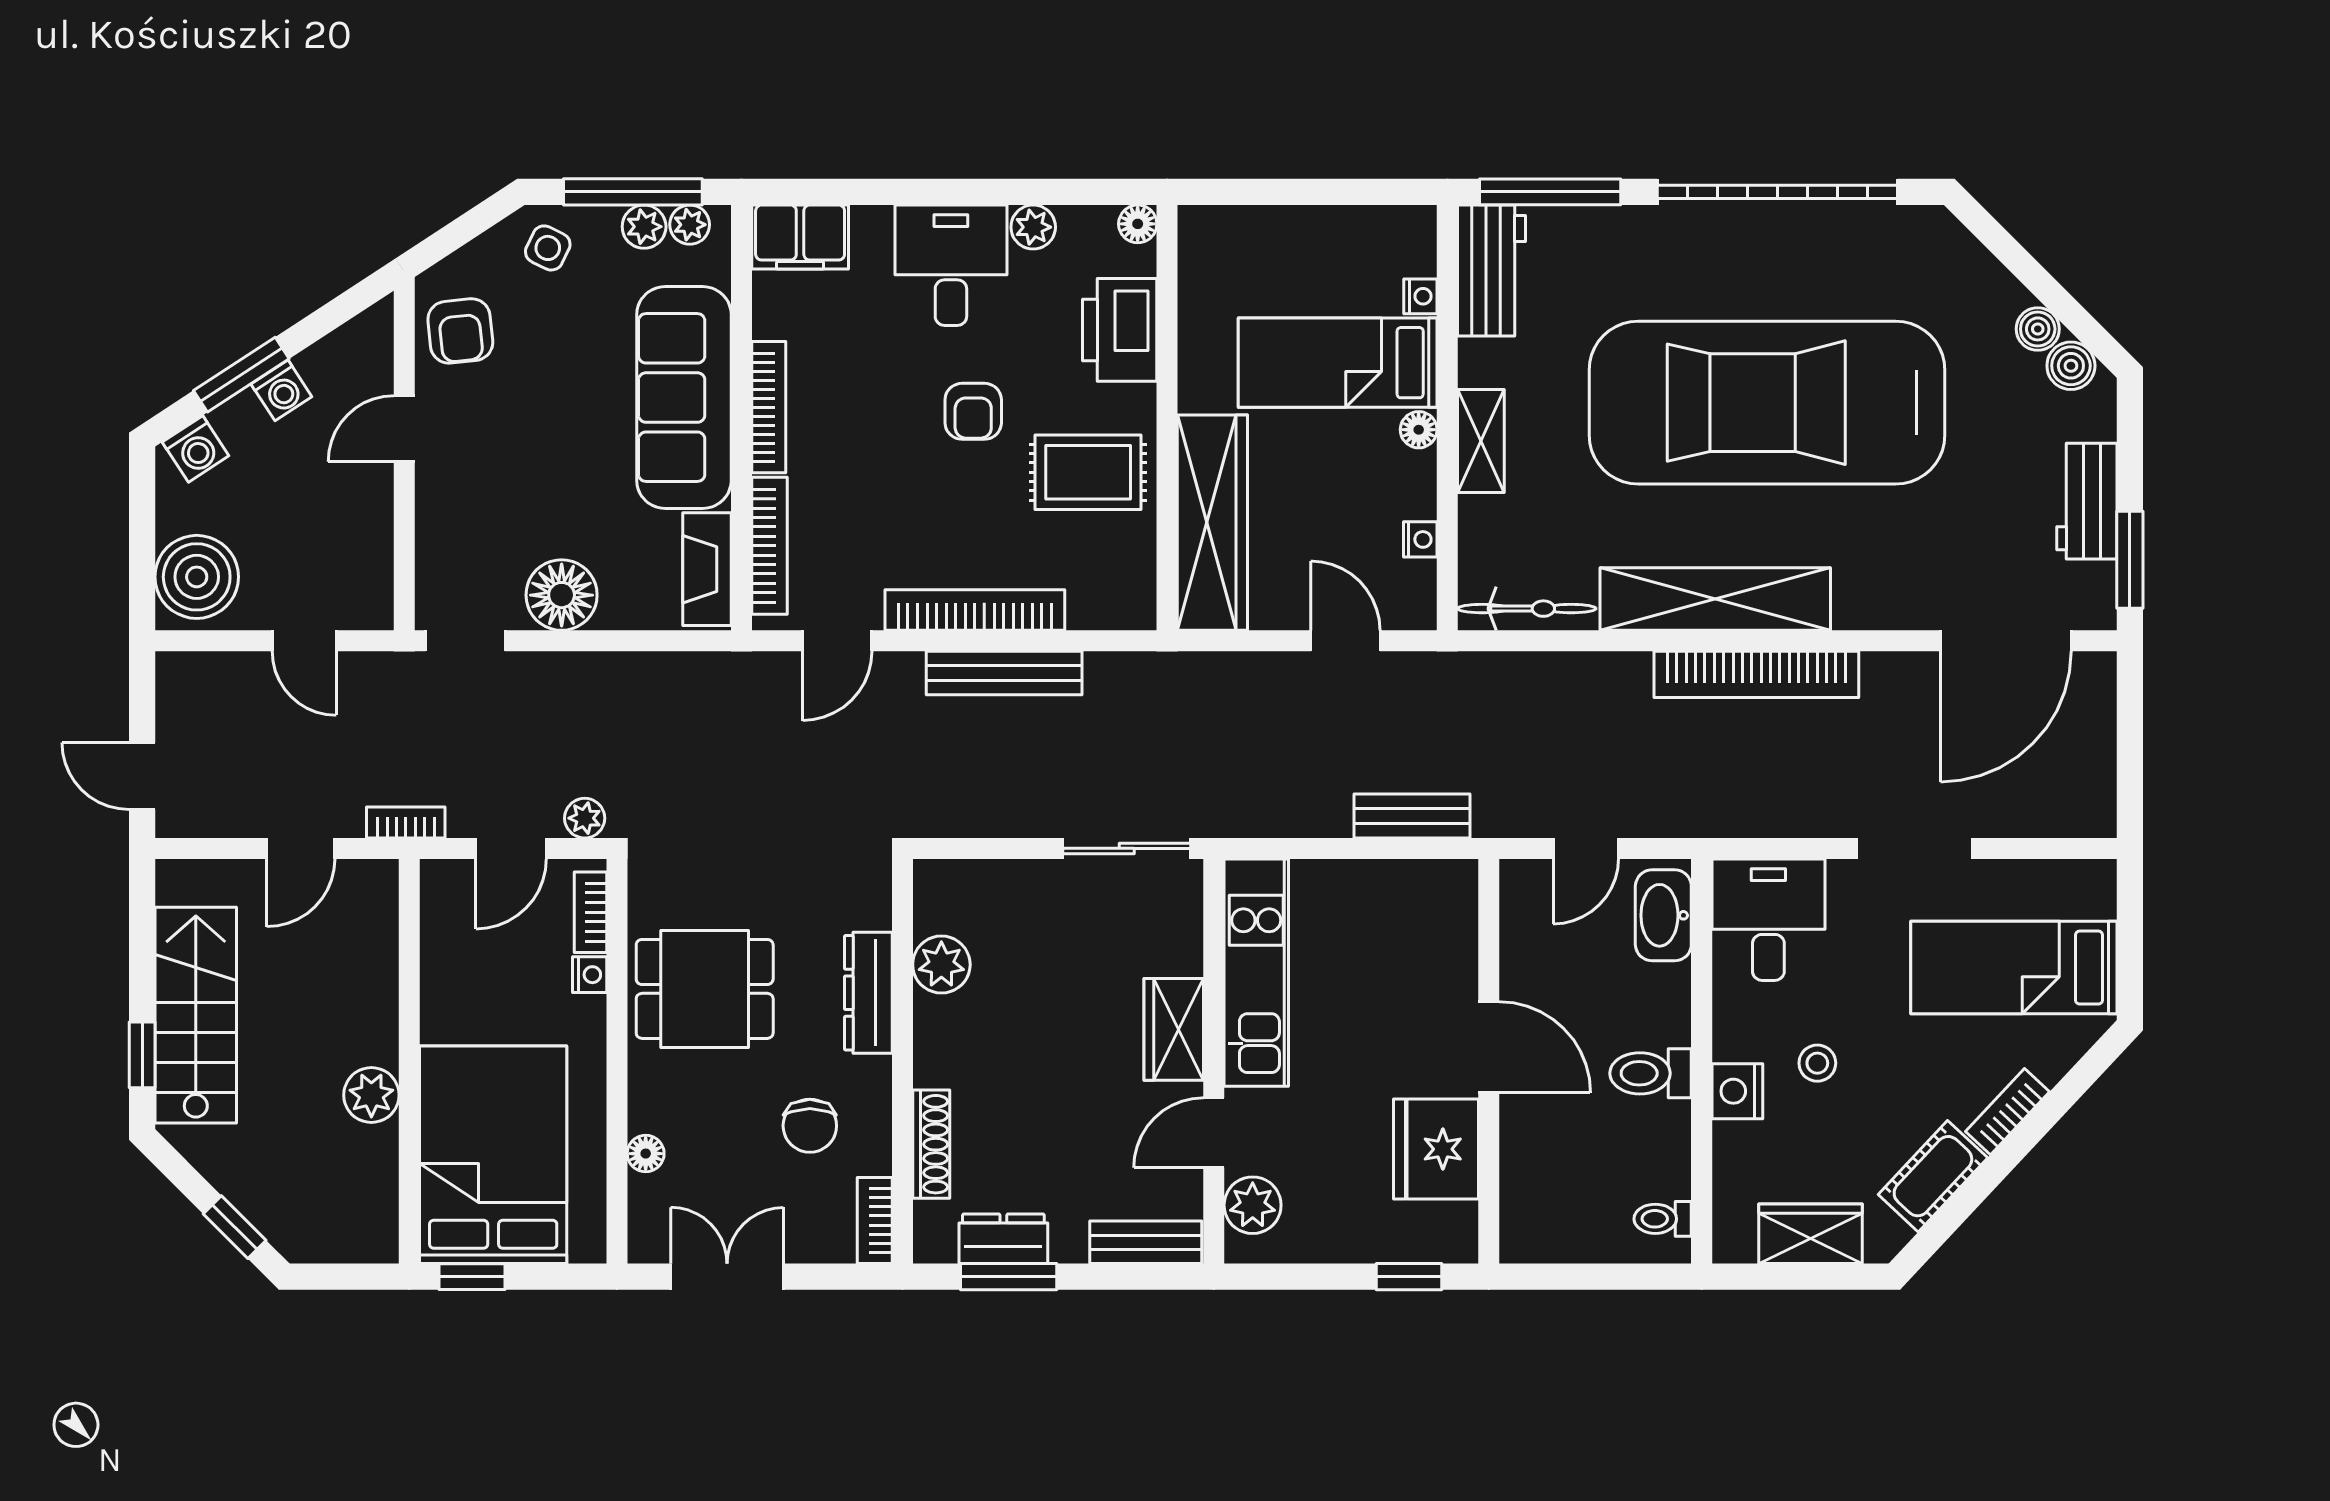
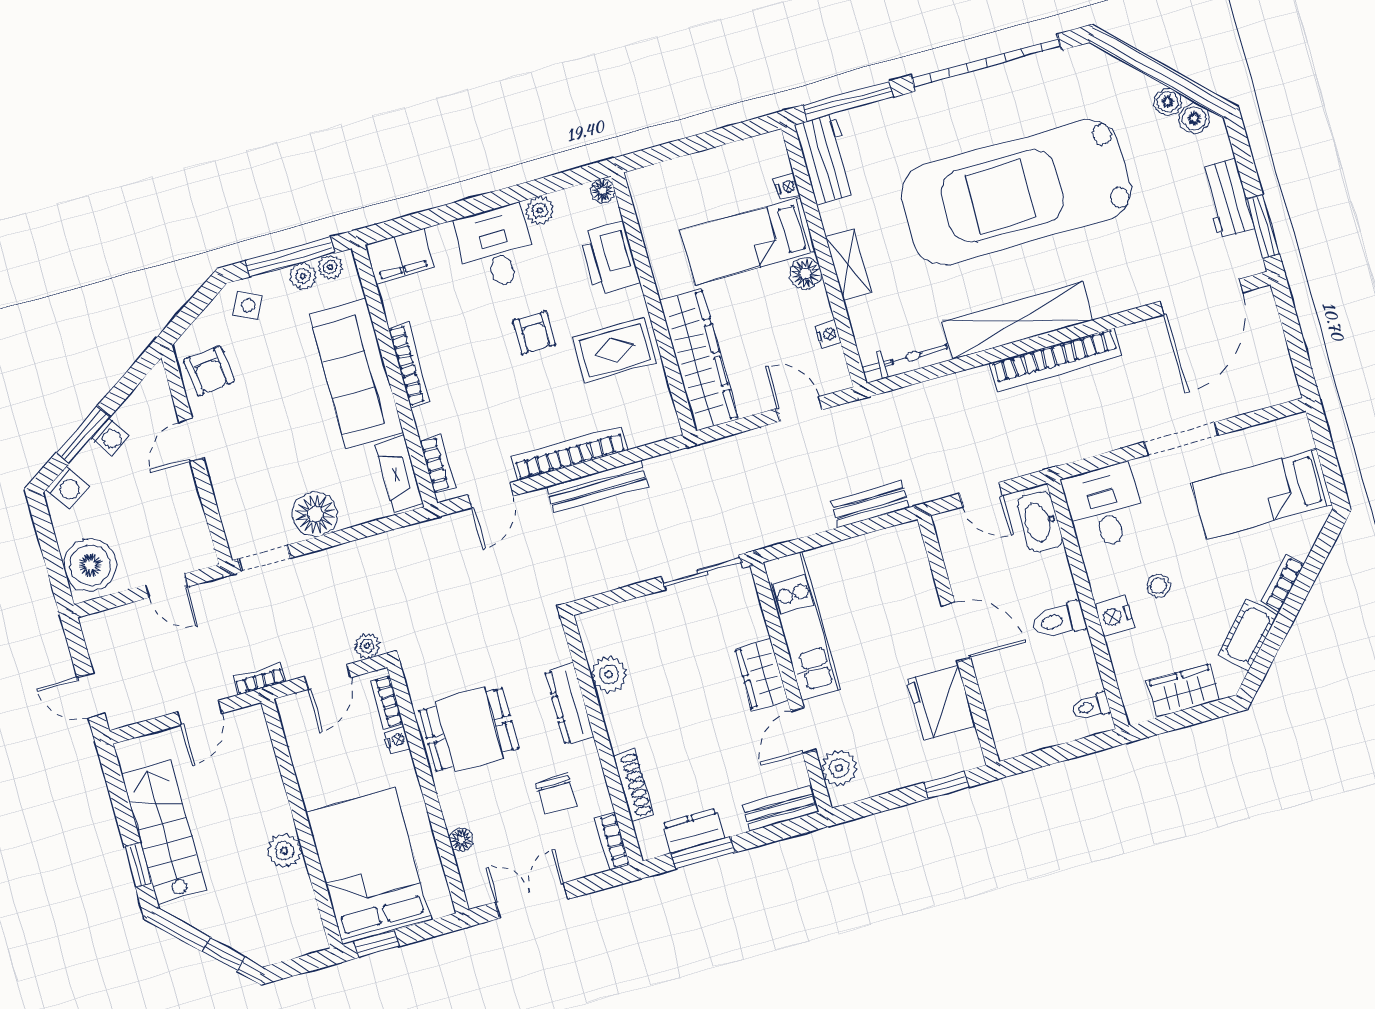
floor lamp: (1419, 430) -> (805, 273), width x1.37, depth x1.37
bookcase: (769, 546) -> (437, 464), width x0.64
door: (1586, 848) -> (981, 494), hinge flipped

